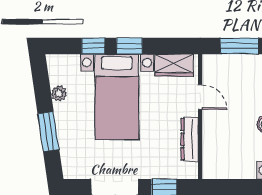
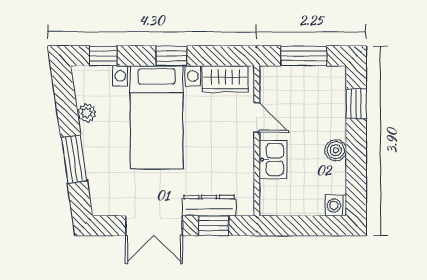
window: (93, 46) -> (103, 56), moved
kitchen sink: (214, 132) -> (273, 160), added
dresser: (190, 139) -> (209, 206), moved, turned 90

